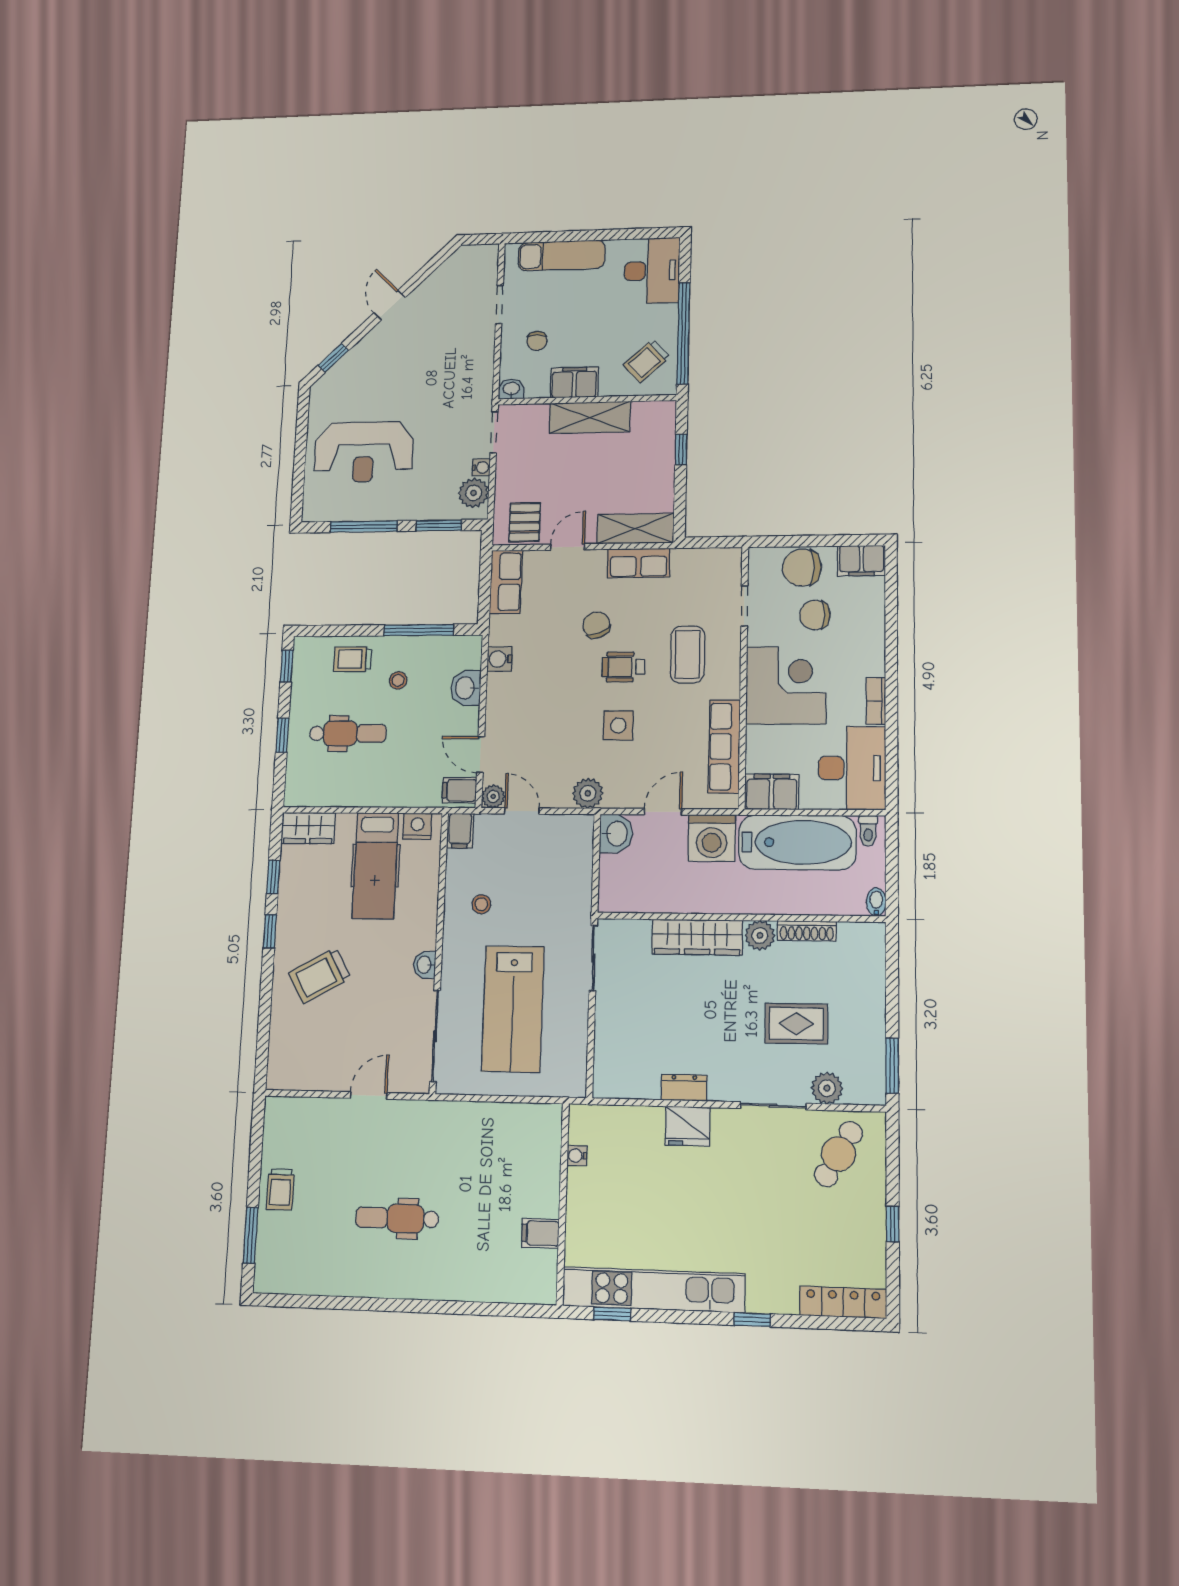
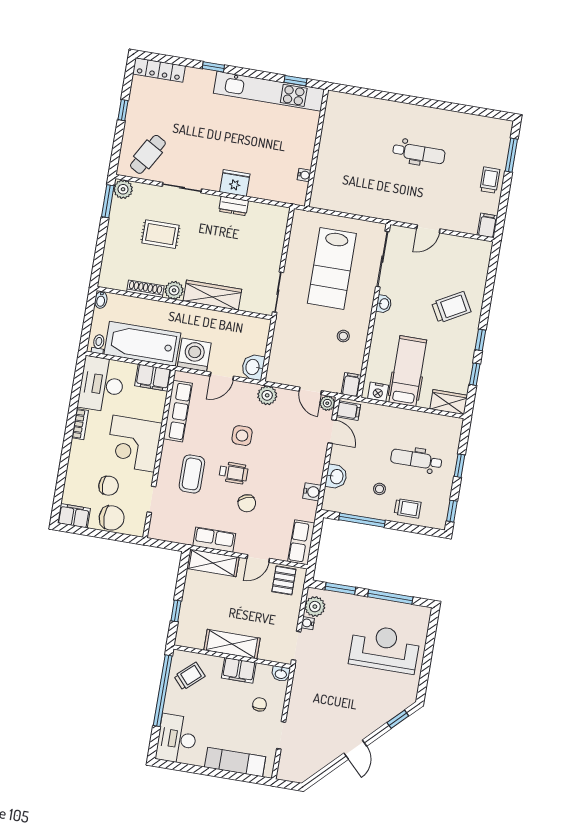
lab bench: (513, 1009) -> (332, 268), turned 180
plant: (827, 1088) -> (123, 189), moved
filing cabinet: (540, 1233) -> (487, 226), moved, turned -90

